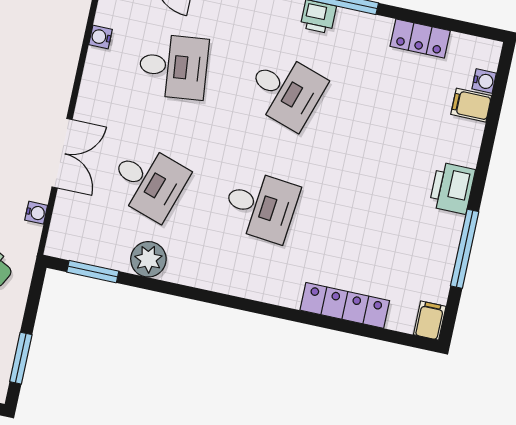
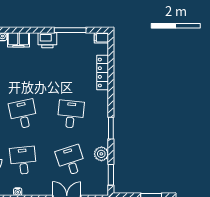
desk: (286, 91) -> (23, 114), turned -30
filing cabinet: (471, 105) -> (18, 40), width x2.00
desk: (148, 182) -> (71, 160), turned -36
window: (206, 296) -> (111, 128), added

